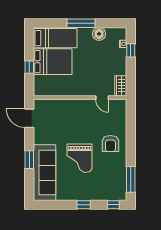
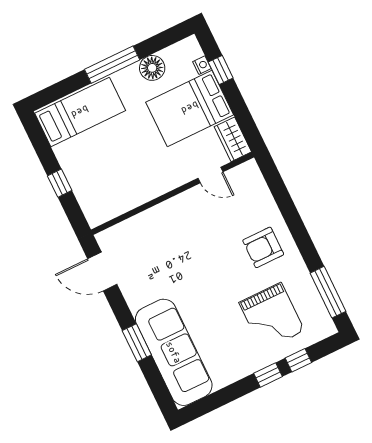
bed: (53, 62) -> (190, 108), moved, turned 180
armchair: (110, 144) -> (263, 247), turned 90
grand piano: (79, 158) -> (272, 317), moved
window: (113, 205) -> (298, 360), moved

